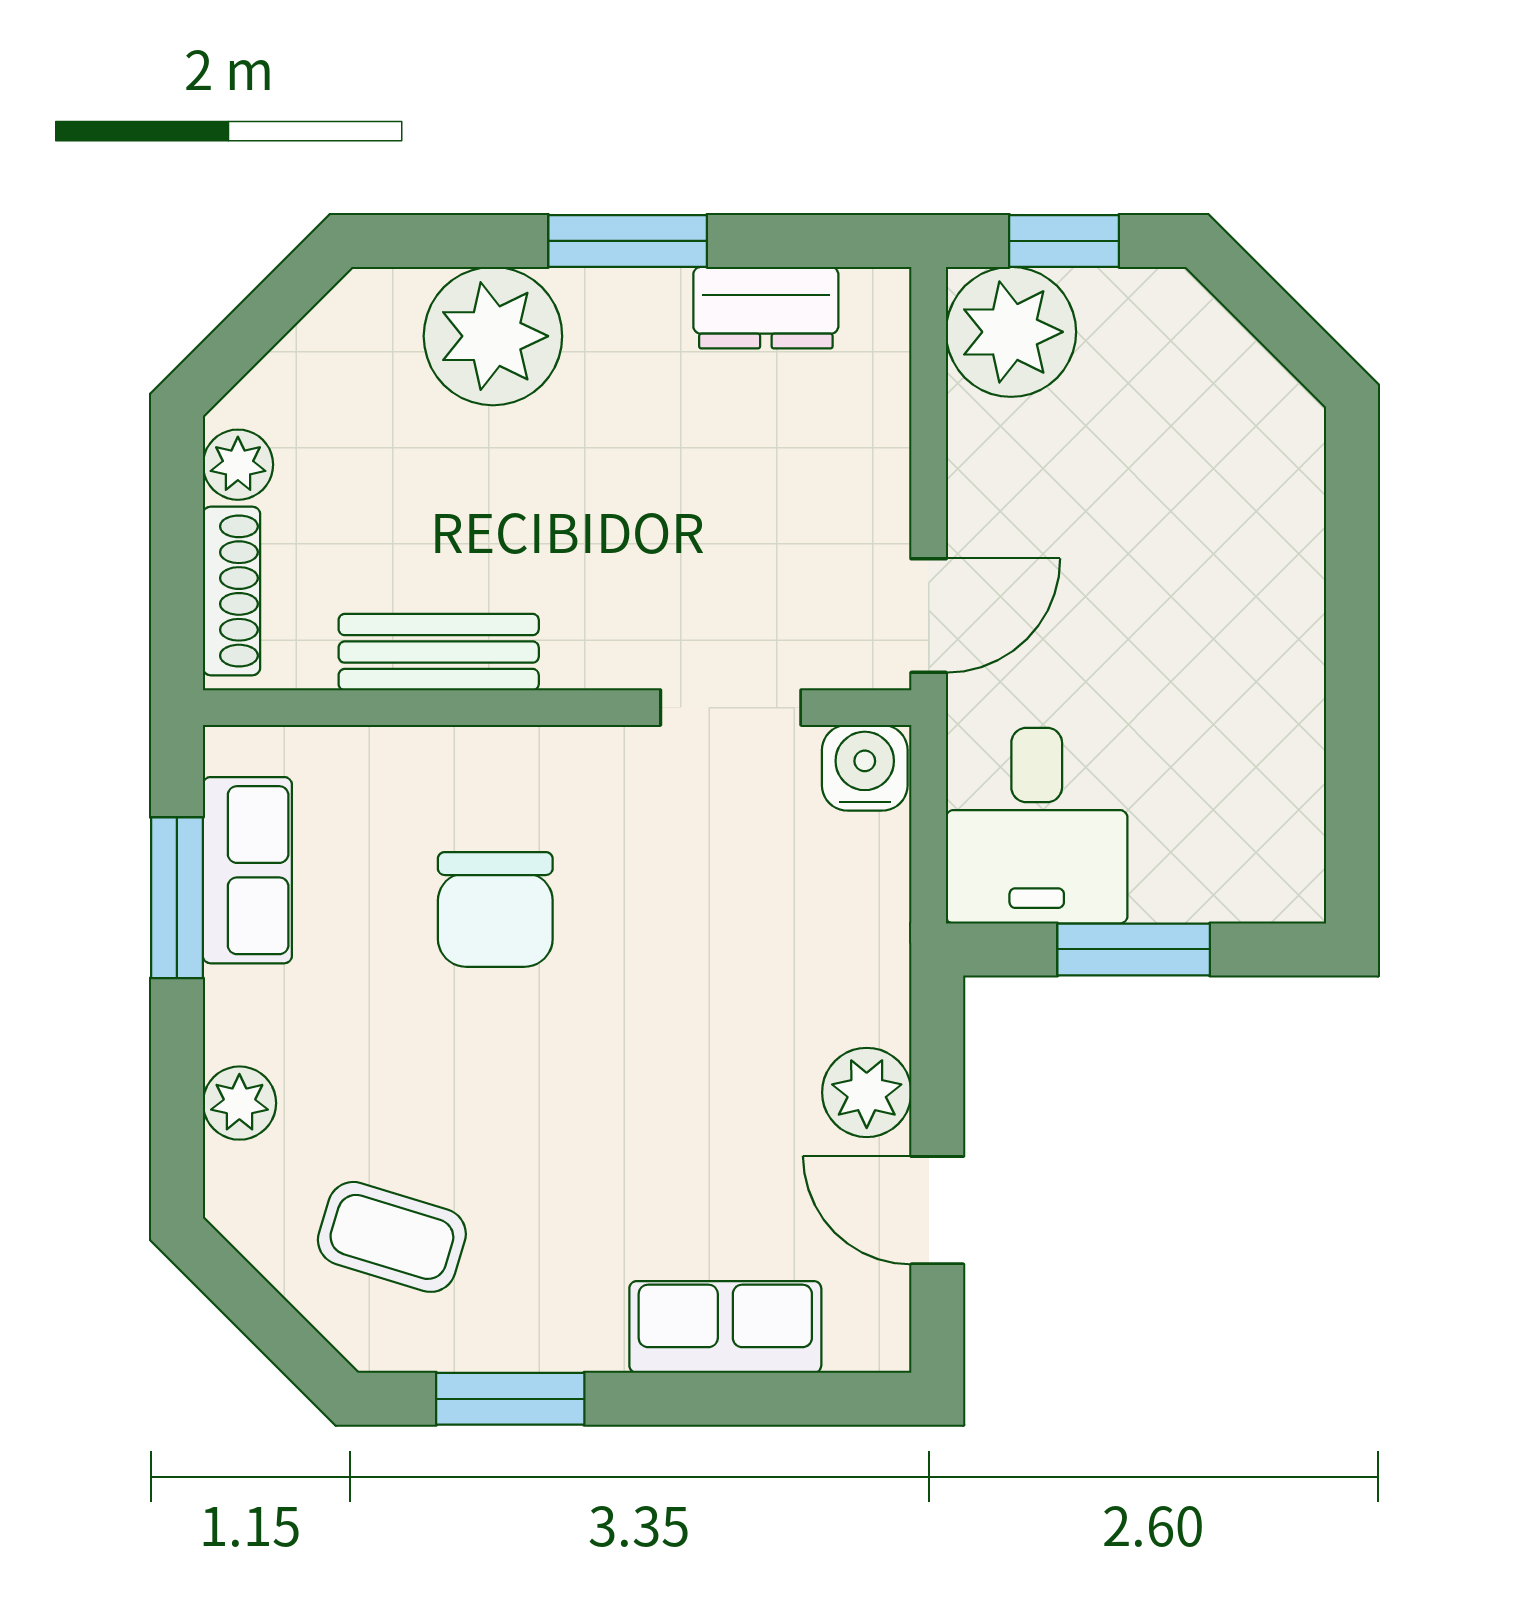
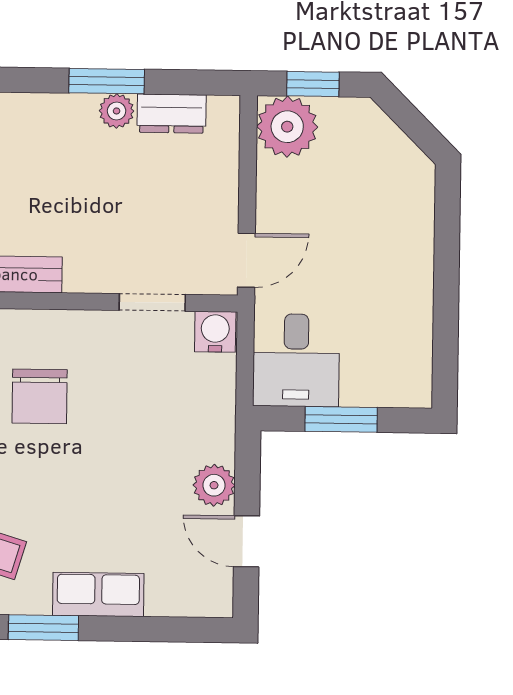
plant: (493, 336) -> (117, 111), moved, width x0.53, depth x0.53
row of seats: (725, 1327) -> (98, 595), moved

